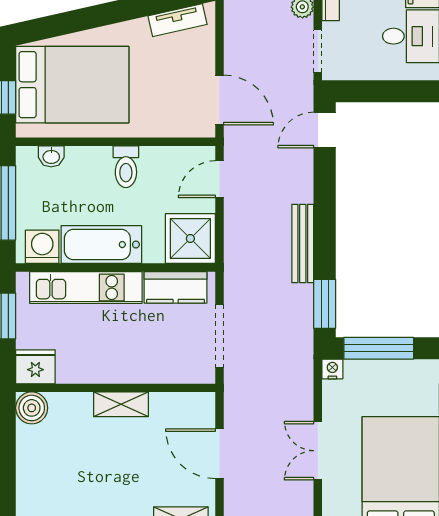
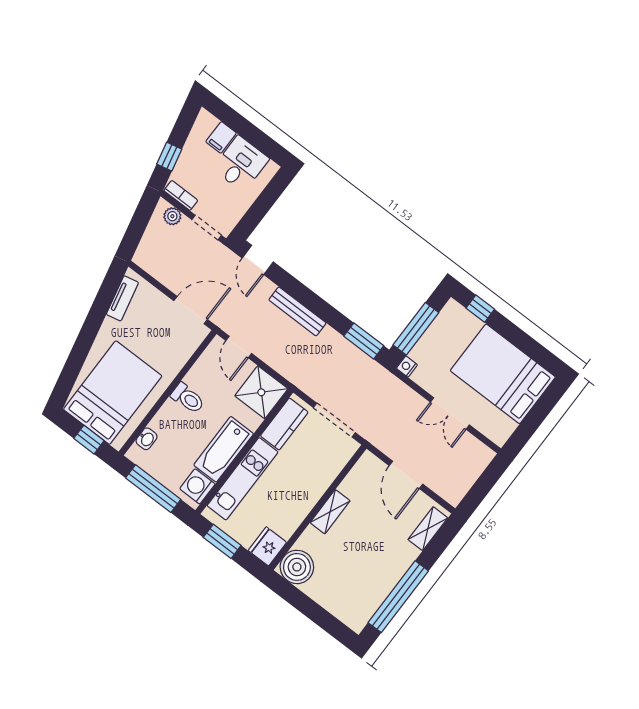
bench: (303, 244) -> (297, 311), moved
boiler: (32, 408) -> (297, 567), width x1.37, depth x1.37
door: (219, 454) -> (406, 475), hinge flipped

